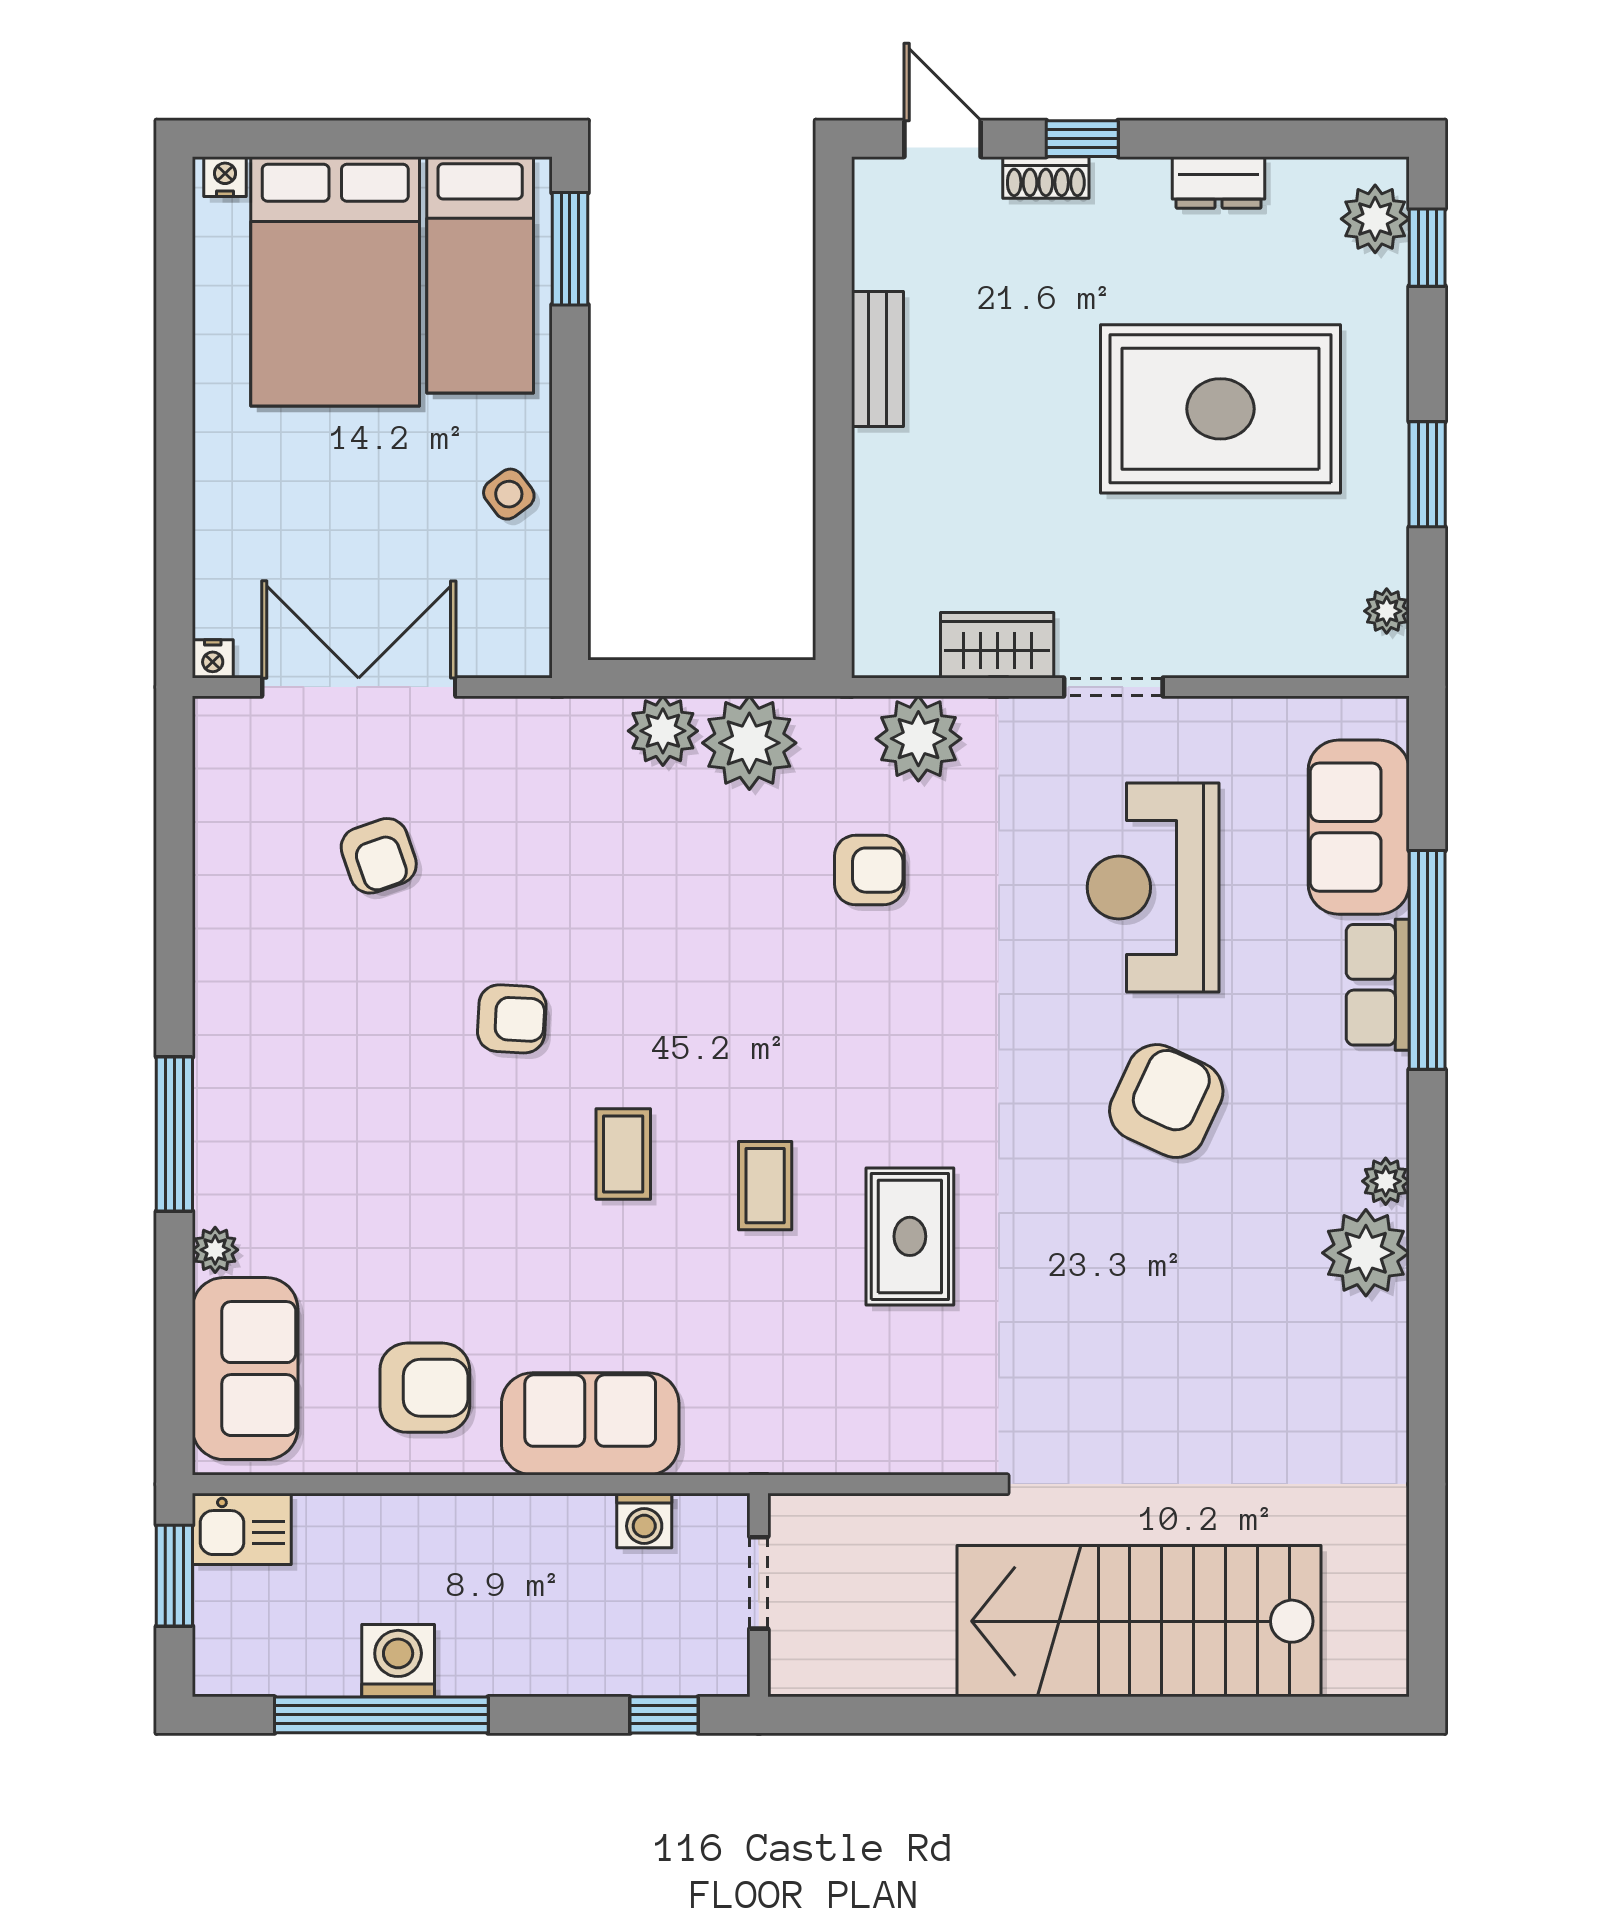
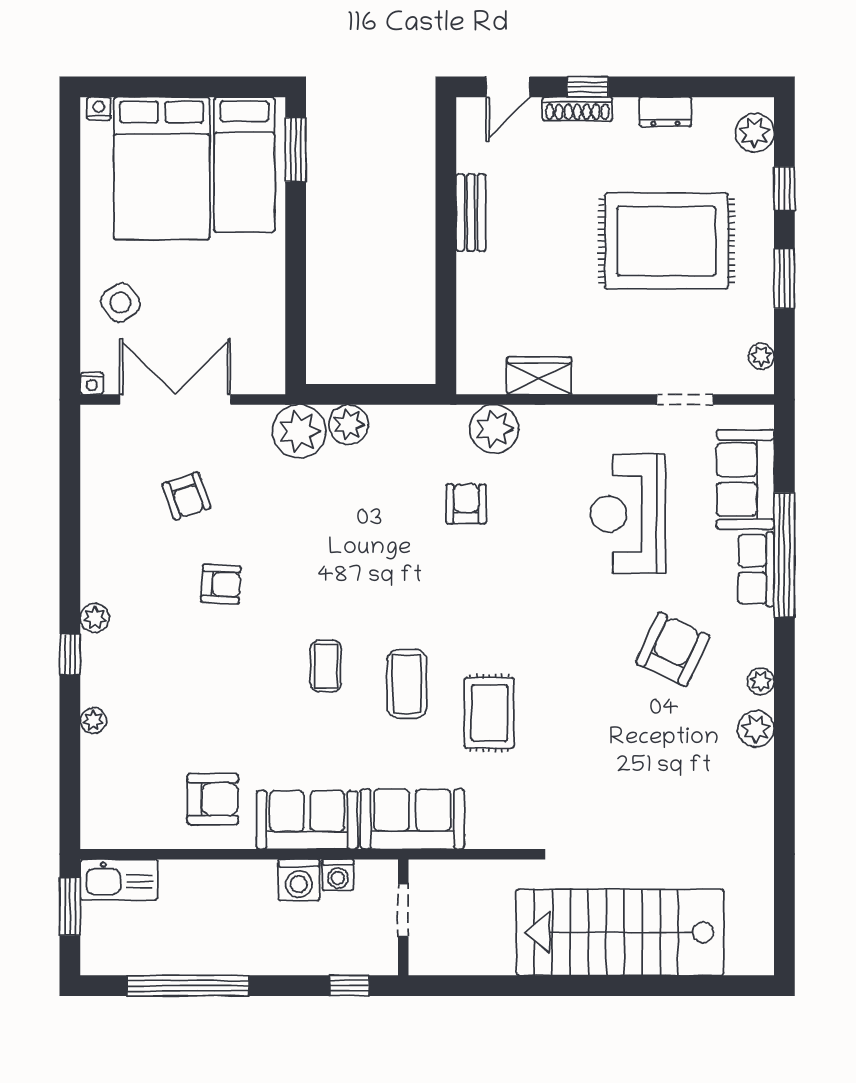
door: (942, 139) -> (508, 87), swing flipped
shoe rack: (1046, 177) -> (577, 109), width x1.43
window: (1427, 248) -> (784, 189), moved
side table: (509, 494) -> (120, 303), moved, width x1.37, depth x1.37
doorway: (1113, 687) -> (685, 400), moved
plant: (749, 743) -> (299, 431), moved
armchair: (869, 870) -> (466, 504), turned -90
armchair: (512, 1019) -> (221, 584), moved
plant: (218, 1070) -> (95, 618), added
armchair: (1166, 1101) -> (673, 649), moved
window: (174, 1134) -> (70, 655), width x0.46
coffee table: (765, 1186) -> (407, 684), width x1.36, depth x1.30
plant: (1366, 1253) -> (756, 729), width x0.73, depth x0.73
sofa: (245, 1369) -> (412, 819), moved, turned -90
kitchen sink: (242, 1529) -> (119, 880), width x1.38
washing machine: (398, 1661) -> (299, 880), moved, turned 180

